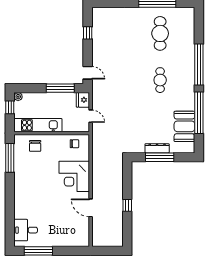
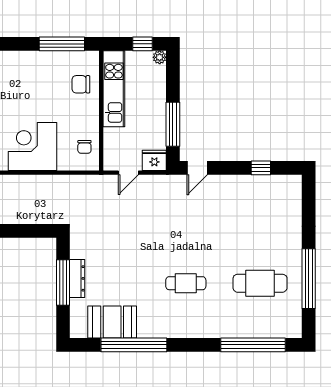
window: (199, 64) -> (253, 345), moved

